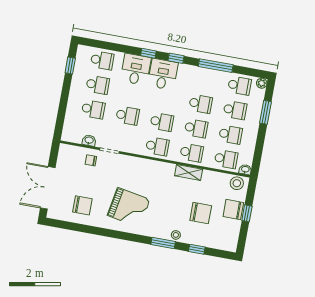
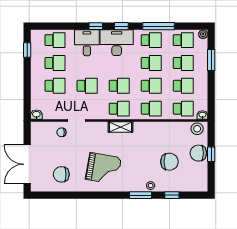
desk: (163, 74) -> (117, 43), width x1.37
school desk: (205, 79) -> (151, 40), added
washbasin: (89, 140) -> (36, 115), moved
shelving: (189, 172) -> (121, 127), moved
chair: (82, 205) -> (61, 174), turned 180

